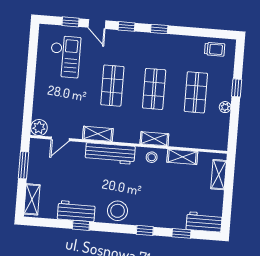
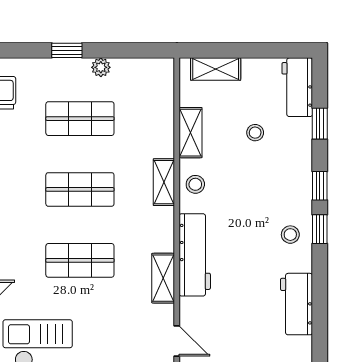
stool: (179, 195) -> (255, 133), added
stool: (118, 211) -> (290, 235), width x0.53, depth x0.53
window: (81, 225) -> (320, 229), moved

